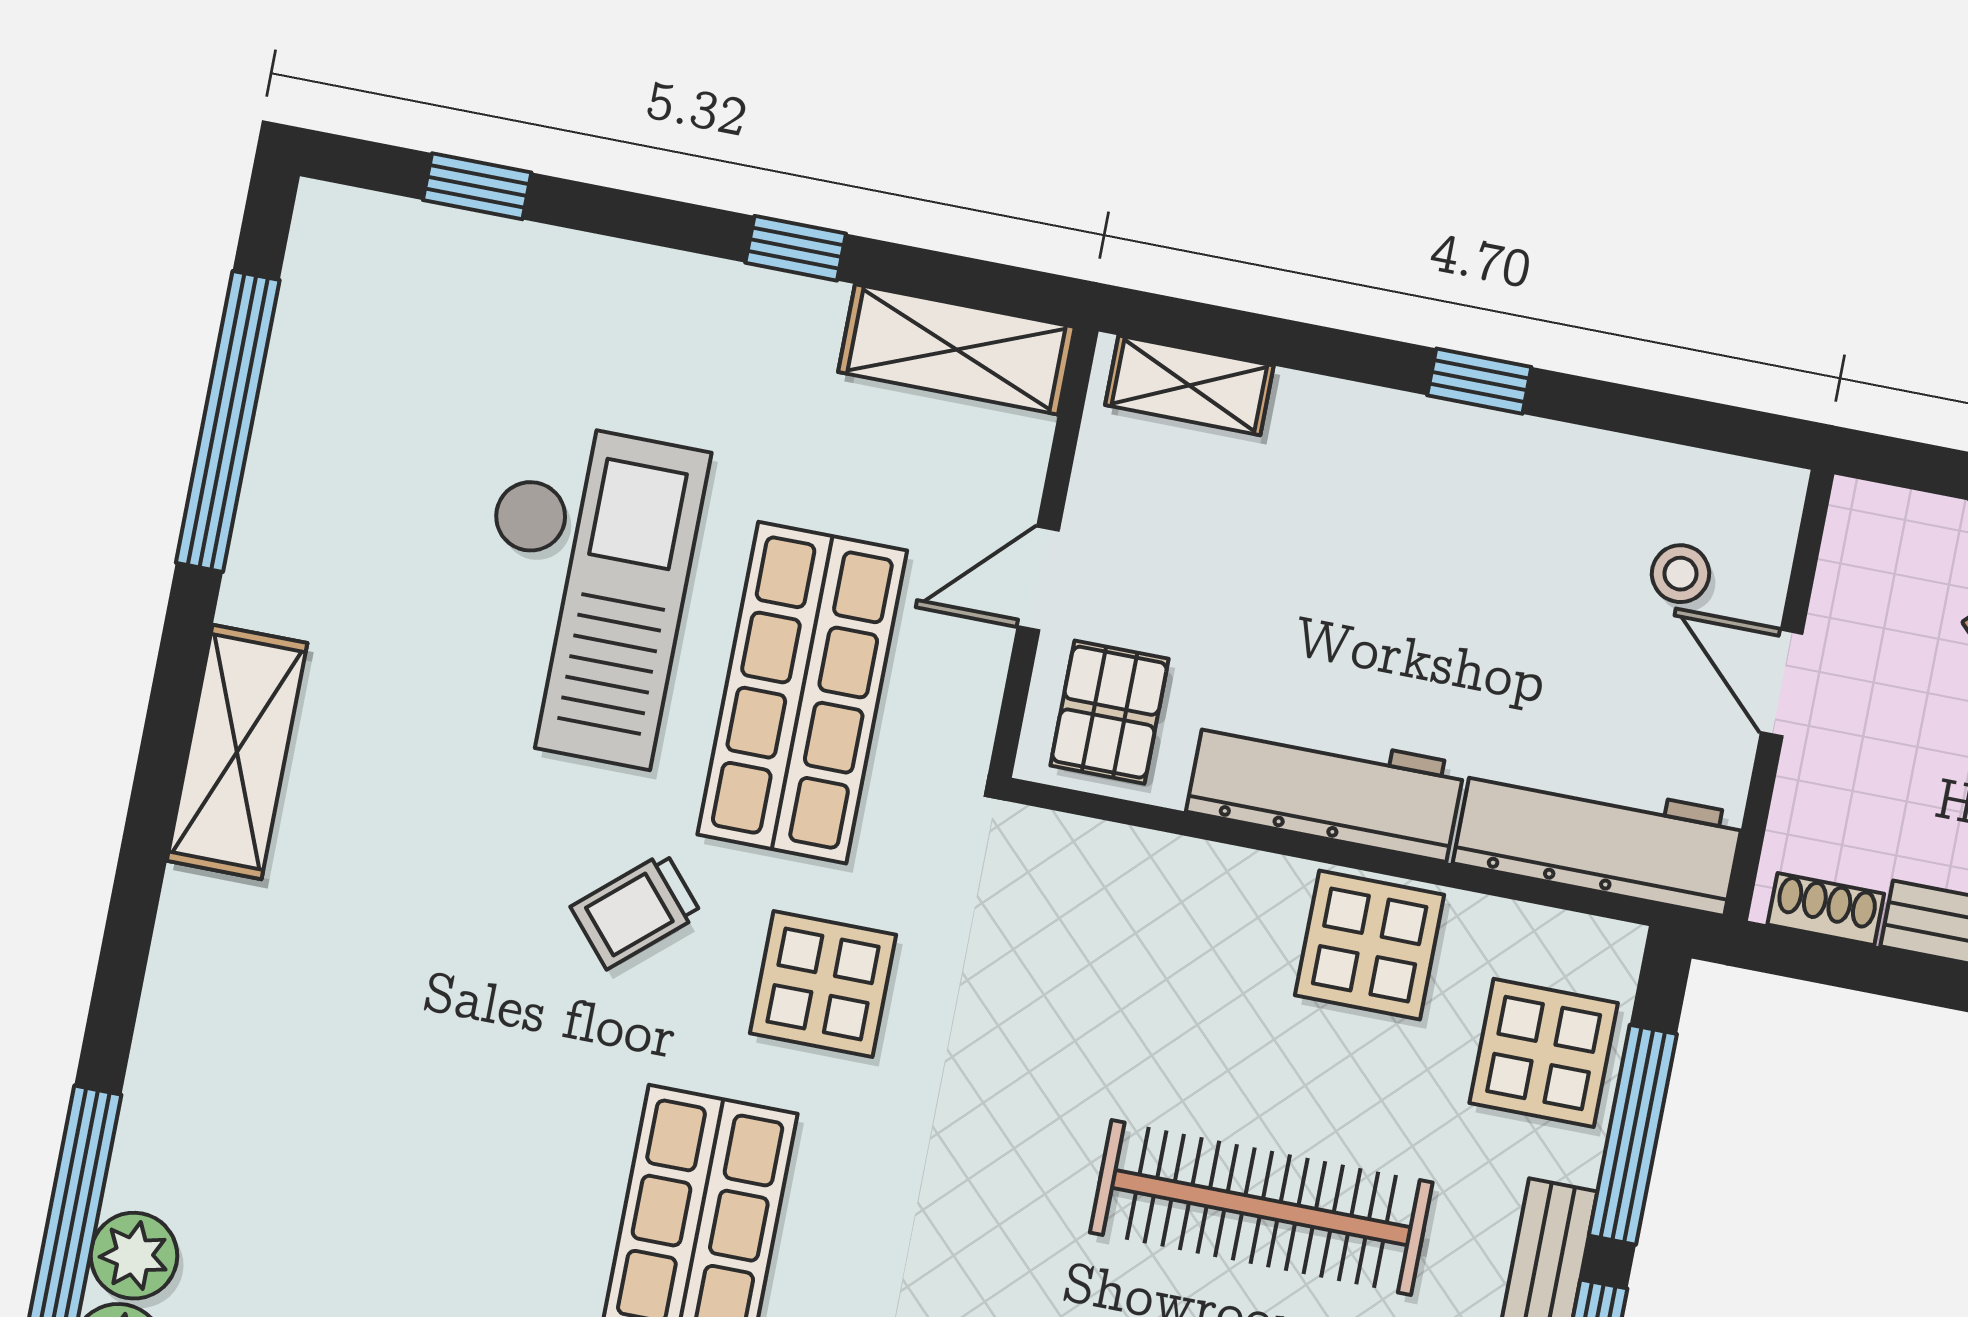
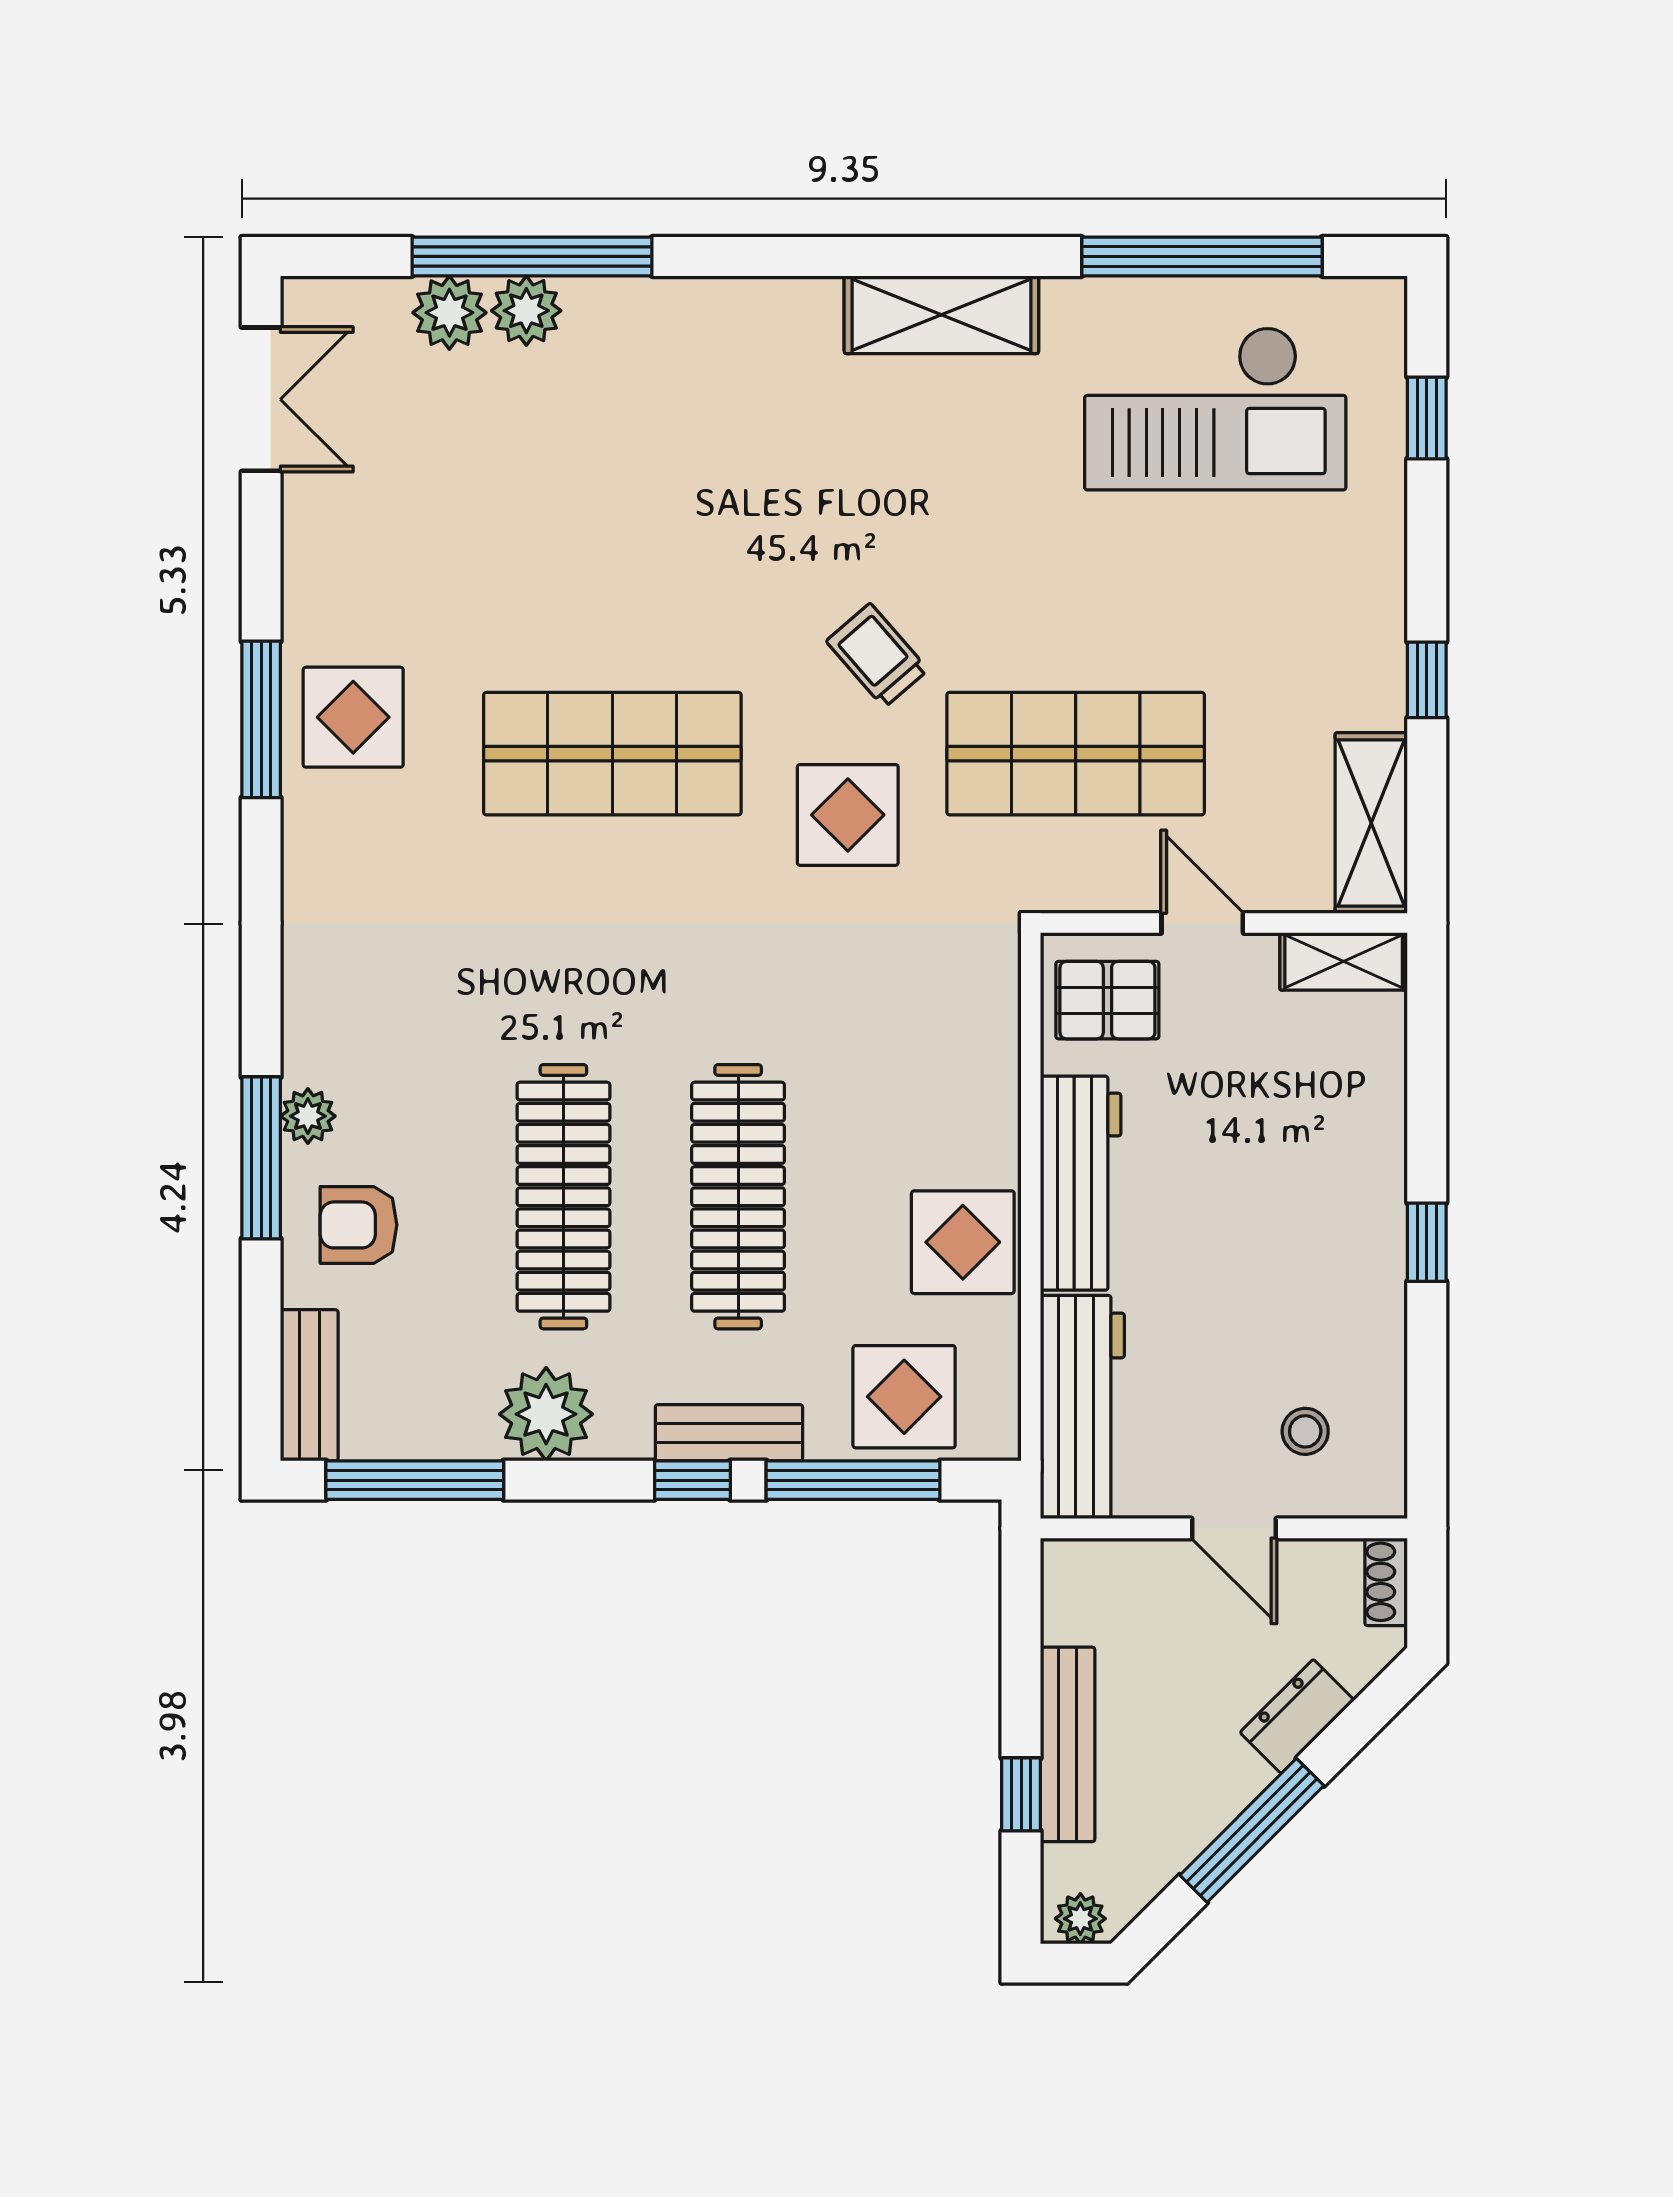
shelving: (1189, 385) -> (1344, 961), moved, turned 90
checkout: (582, 592) -> (1215, 408), moved
door: (1782, 683) -> (1234, 1528), swing flipped
shoe rack: (1826, 909) -> (1386, 1582), moved, turned 180

